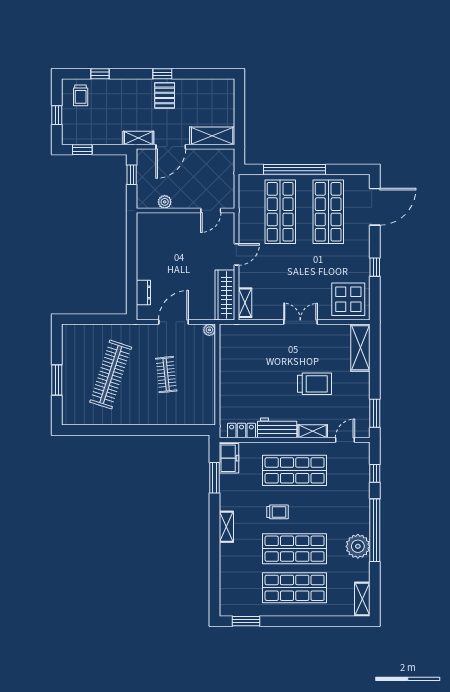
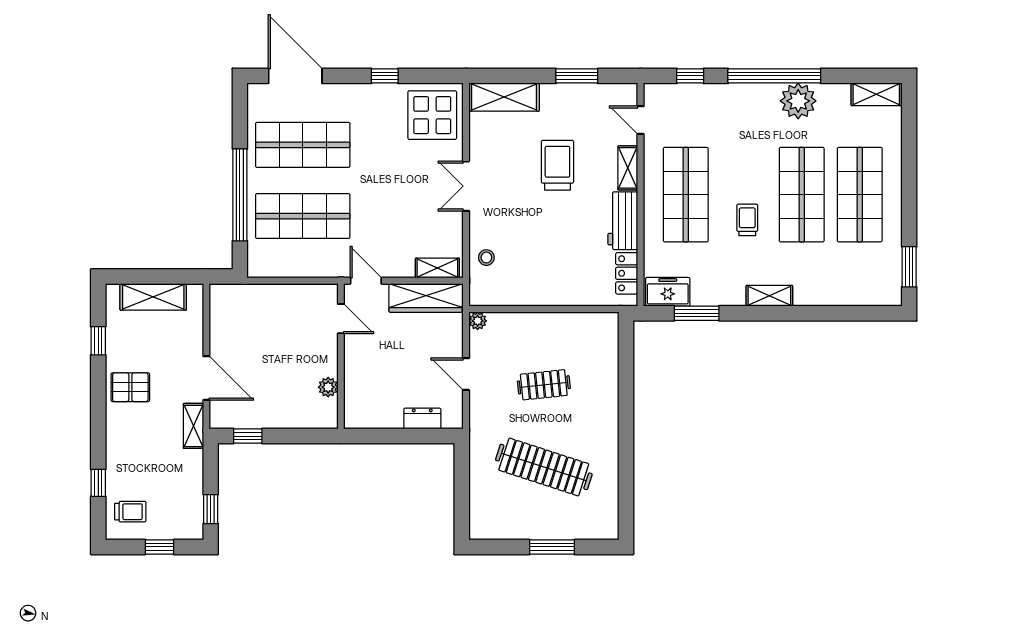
window: (162, 74) -> (98, 341), moved
shelving: (212, 136) -> (153, 297), moved, turned 90
plant: (165, 202) -> (328, 387), moved
wall: (185, 210) -> (341, 356), moved
door: (211, 210) -> (341, 319), moved
door: (173, 322) -> (466, 374), width x0.73
stool: (252, 336) -> (486, 258), added
window: (375, 413) -> (577, 76), moved

